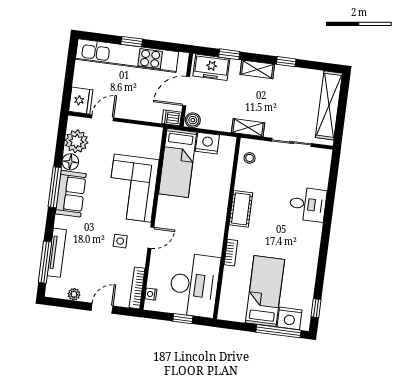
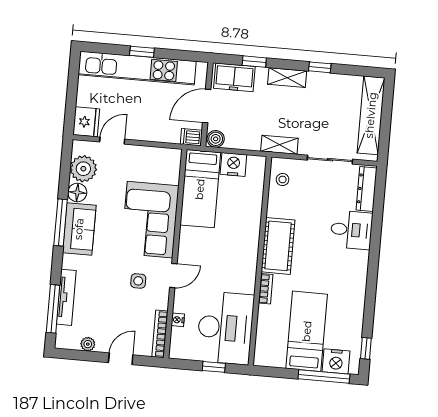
dresser: (322, 169) -> (367, 189), added
cot: (241, 209) -> (278, 246), width x1.37, depth x1.34
nightstand: (151, 294) -> (178, 320), moved

